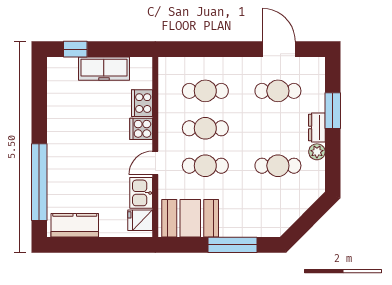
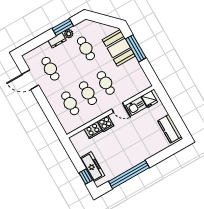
door: (279, 49) -> (30, 80), hinge flipped
freezer: (104, 69) -> (92, 167), moved
window: (333, 111) -> (63, 27), moved
window: (39, 182) -> (129, 175), moved
booth: (190, 218) -> (119, 48), moved

